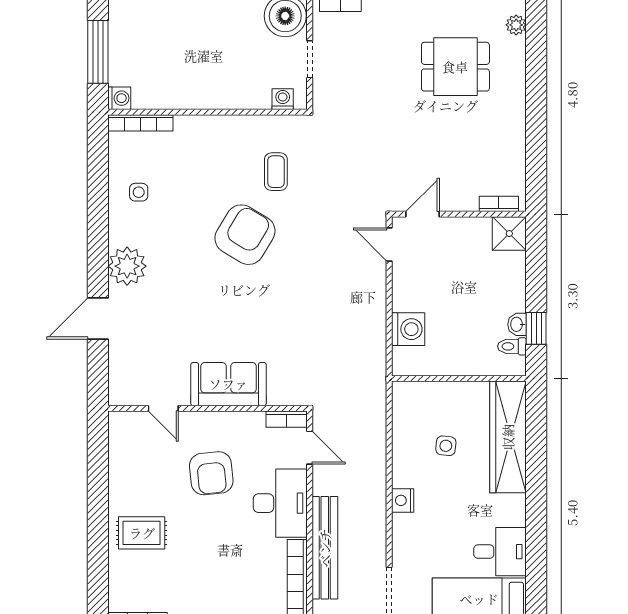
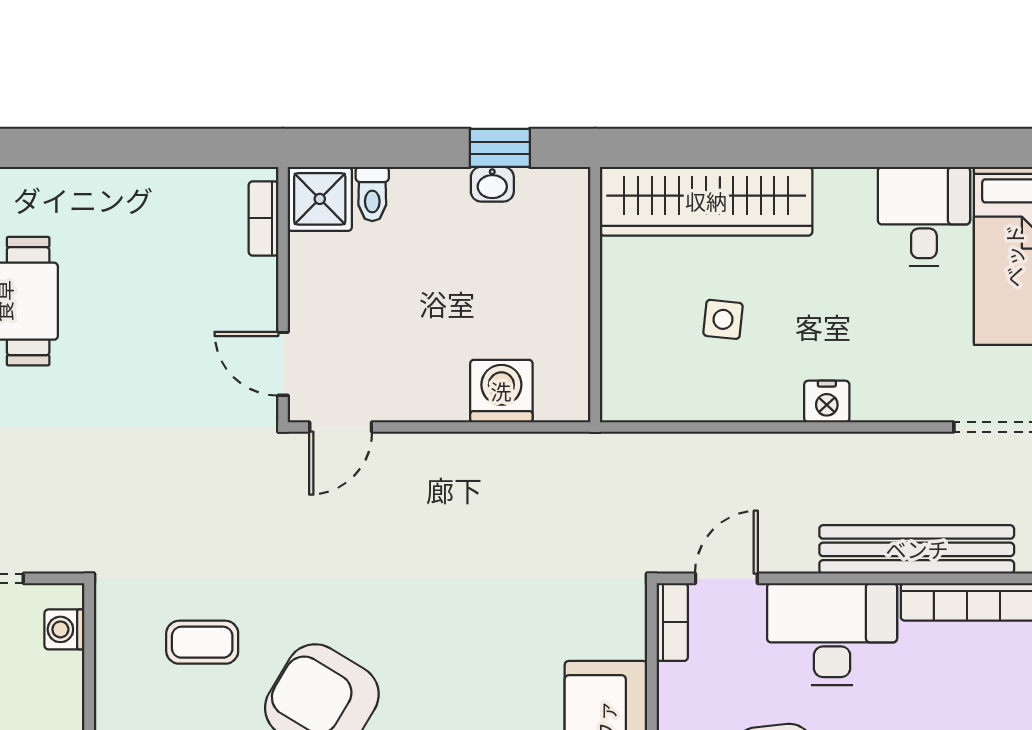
toilet: (512, 346) -> (372, 194), moved

